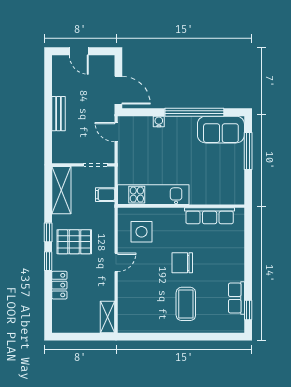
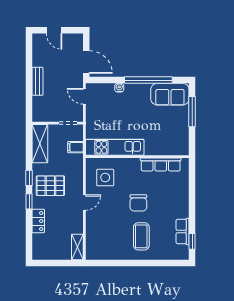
chair: (182, 263) -> (138, 203), turned -90

